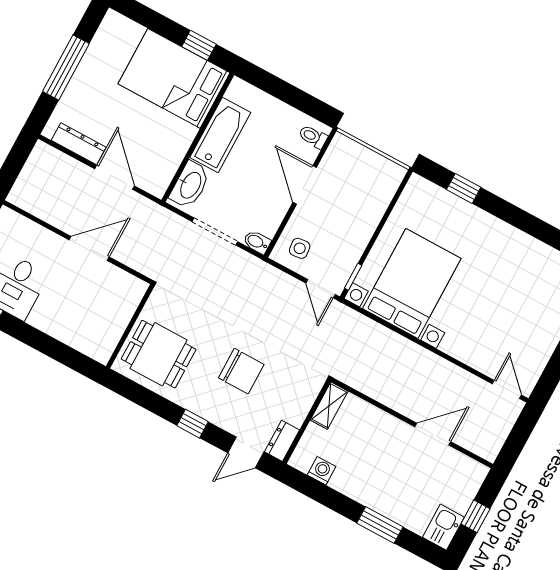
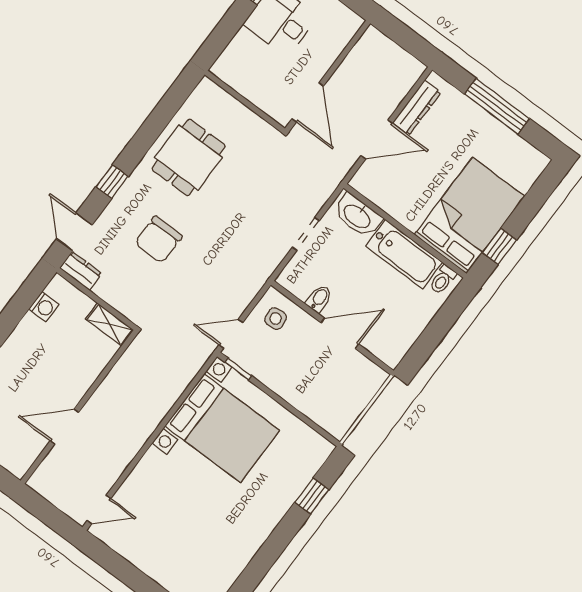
toilet: (313, 137) -> (443, 280), moved, turned 180
doorway: (215, 232) -> (306, 234), width x0.73
bidet: (257, 242) -> (319, 298), moved
wall: (130, 326) -> (245, 102), moved
door: (433, 434) -> (64, 427), swing flipped

